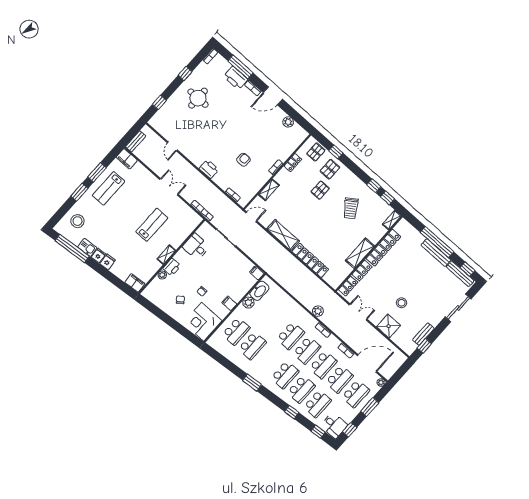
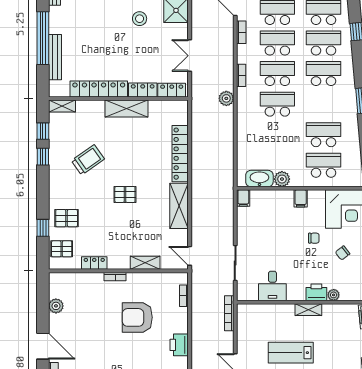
armchair: (243, 160) -> (137, 317), width x1.88, depth x1.88
pallet: (320, 190) -> (125, 194), moved
bench: (436, 253) -> (55, 57), moved

